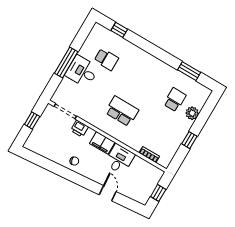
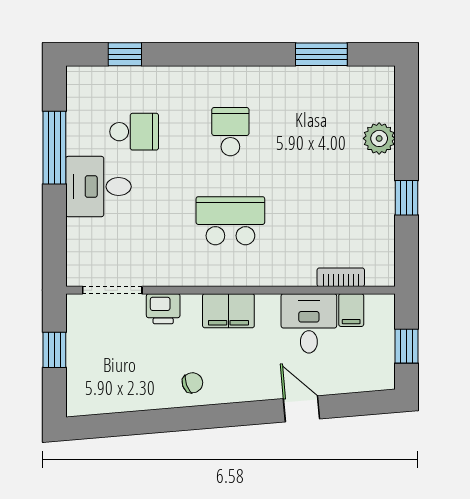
window: (66, 62) -> (54, 148), moved
school desk: (175, 100) -> (230, 132), moved
desk: (119, 159) -> (309, 323), moved
filing cabinet: (146, 168) -> (351, 310), added

